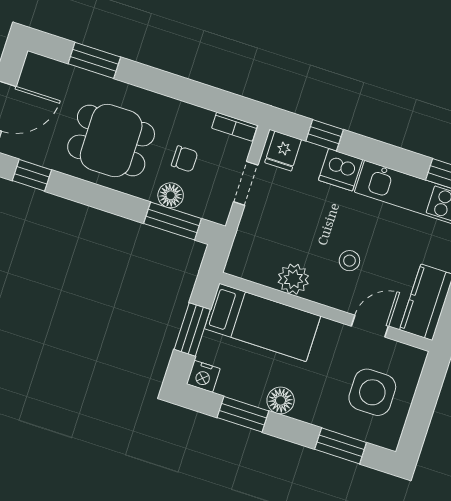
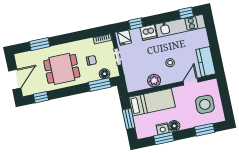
floor lamp: (171, 195) -> (105, 74), moved
nightstand: (203, 376) -> (163, 129), moved

